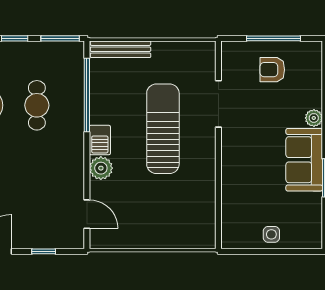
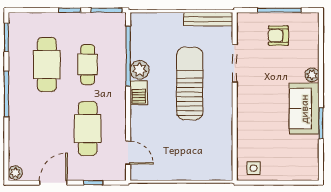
bench: (121, 49) -> (208, 19), moved
plant: (101, 168) -> (140, 70), moved
cafe table: (37, 184) -> (88, 128), added
side table: (271, 234) -> (254, 168), moved

